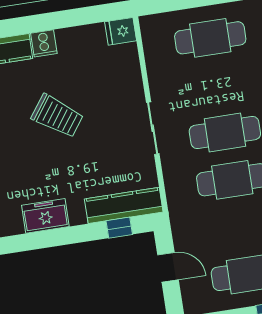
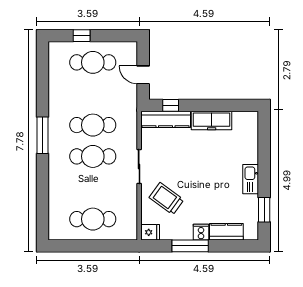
window: (57, 20) -> (190, 246), added
trolley: (57, 116) -> (166, 199), moved
freezer: (45, 216) -> (212, 120), width x1.40

